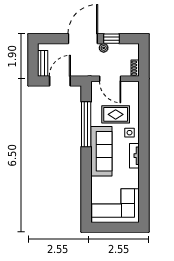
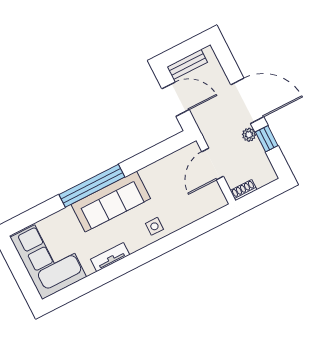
rug: (116, 114) -> (169, 196), removed
window: (86, 124) -> (92, 186), moved
tv unit: (134, 156) -> (110, 257), moved

